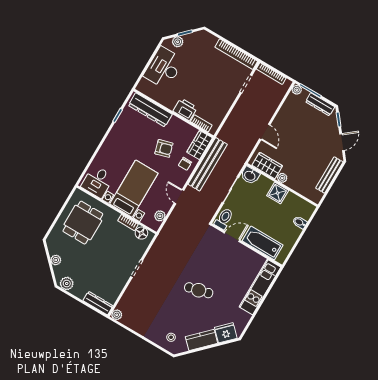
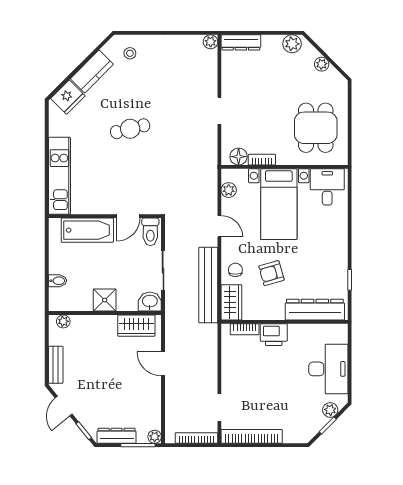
bench: (329, 175) -> (56, 365), width x0.73
plant: (282, 178) -> (63, 321), moved

